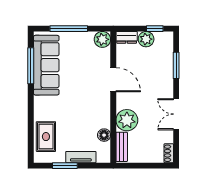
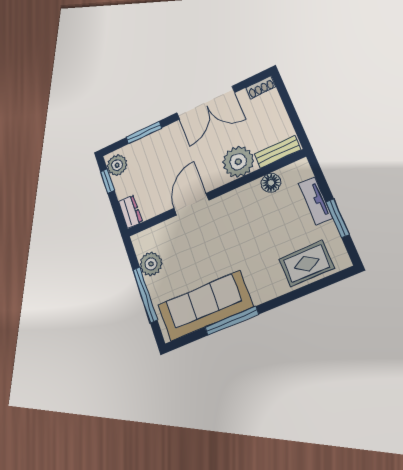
plant: (102, 39) -> (151, 264), moved
plant: (146, 39) -> (117, 165), moved
window: (31, 66) -> (232, 321), moved
double door: (176, 114) -> (206, 103), width x1.37

